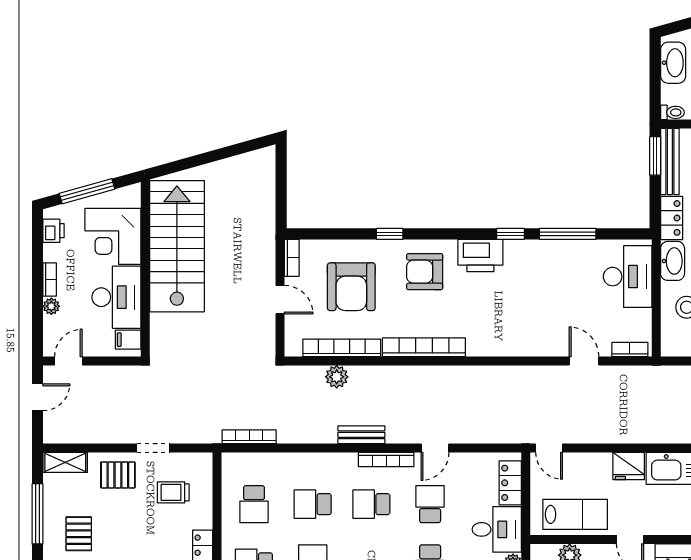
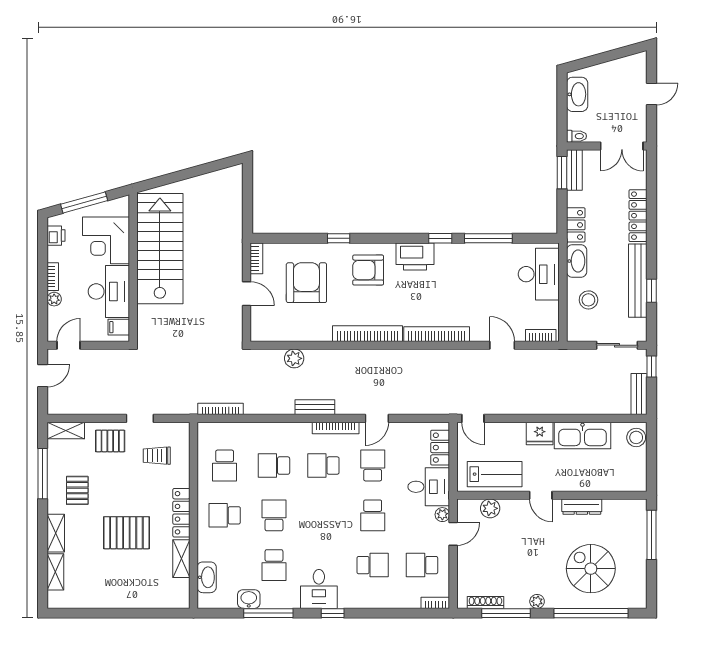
bench: (670, 161) -> (574, 170), width x0.73
armchair: (351, 287) -> (306, 283), turned 180
bookcase: (342, 348) -> (437, 334), moved

